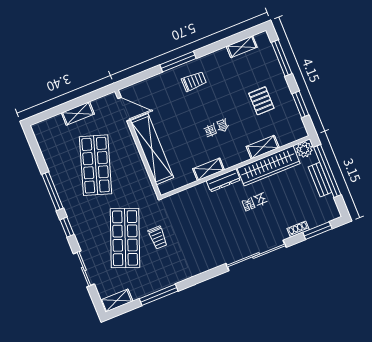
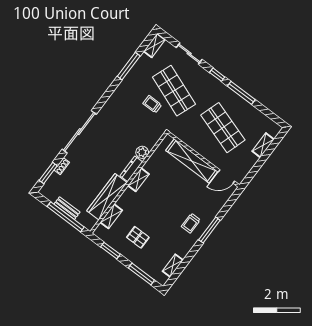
shelving: (78, 113) -> (263, 145), moved
shelving: (263, 147) -> (111, 216), moved
plant: (304, 149) -> (142, 152), moved
shelving: (209, 169) -> (138, 180), moved

